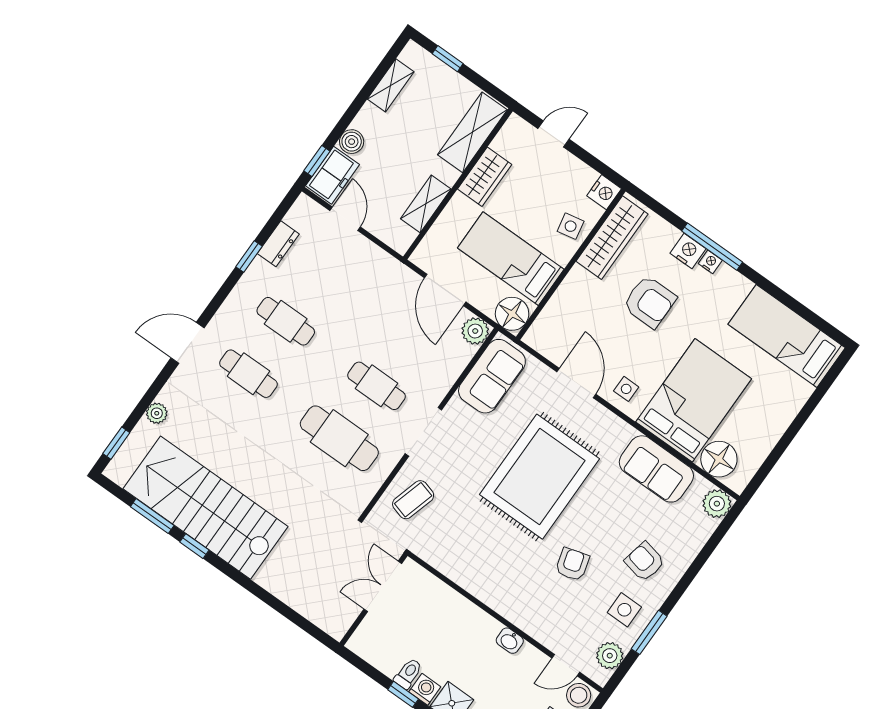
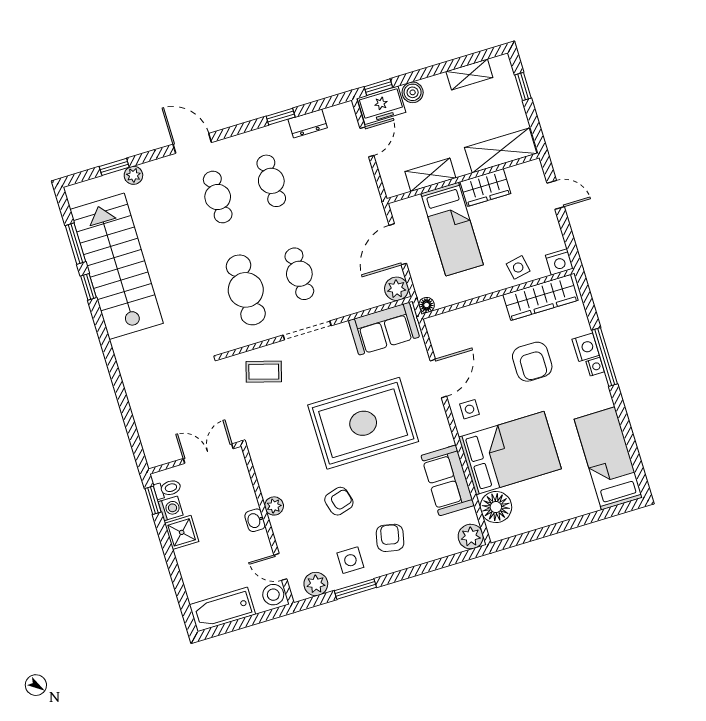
bed: (511, 259) -> (452, 229), moved, turned 180
floor lamp: (512, 314) -> (427, 305), width x0.53, depth x0.53
window: (116, 443) -> (114, 167), moved
double door: (383, 586) -> (208, 454), moved
wall: (374, 599) -> (195, 458), moved
plant: (517, 614) -> (274, 506), added

